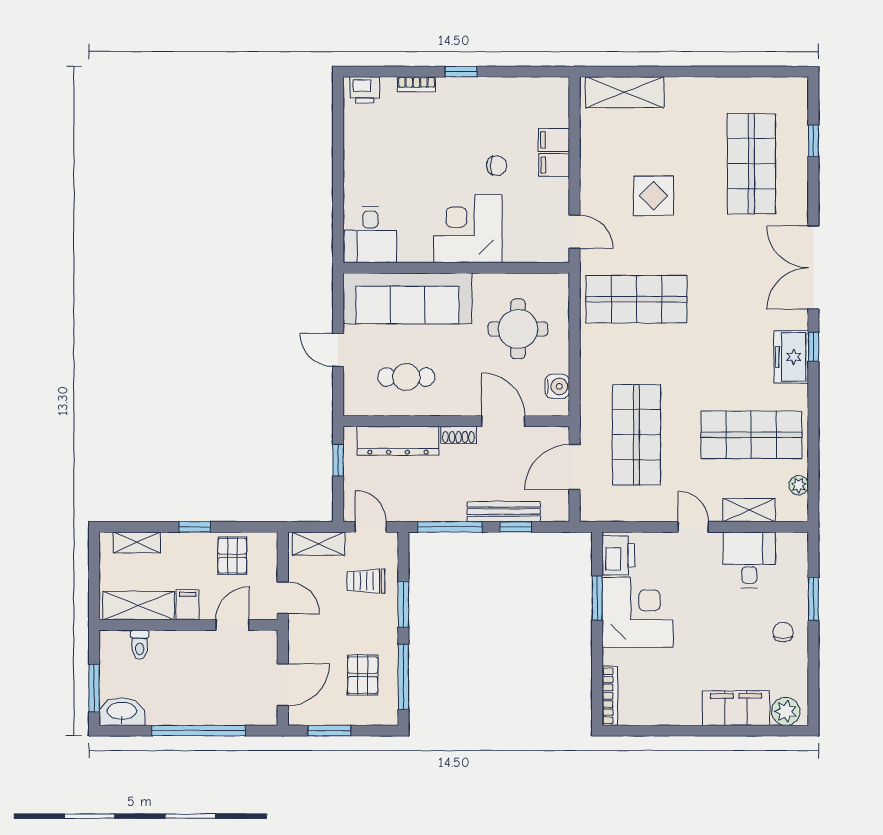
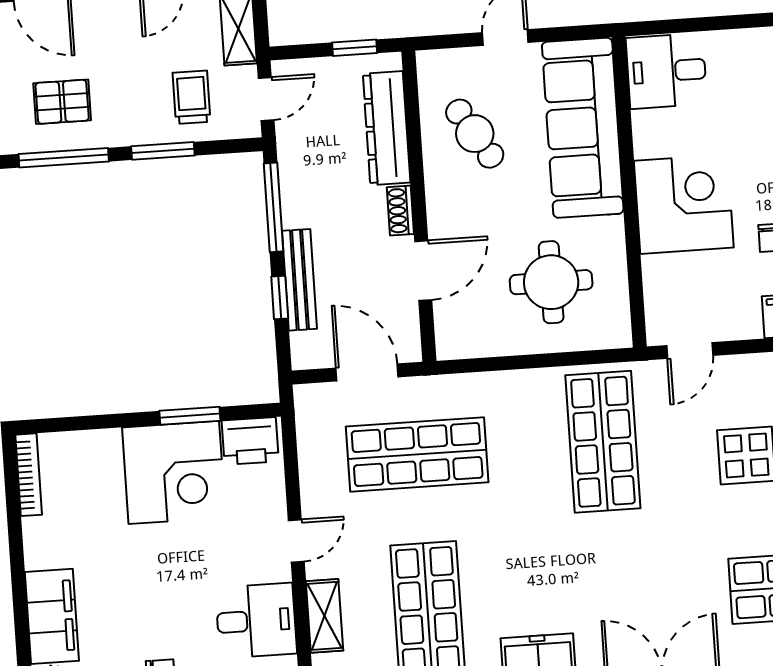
cafe table: (406, 377) -> (475, 134), turned -32
water cooler: (557, 386) -> (476, 341), removed
bookcase: (610, 696) -> (29, 475), moved, turned -90

